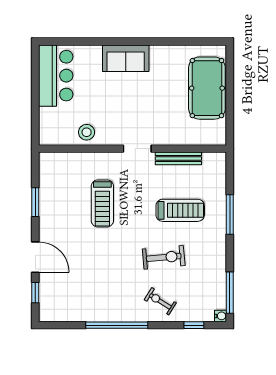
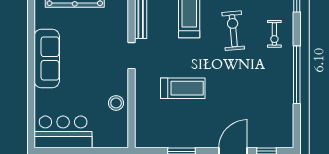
sofa: (126, 58) -> (47, 59), width x1.36
exercise bike: (160, 301) -> (274, 34), turned -32

